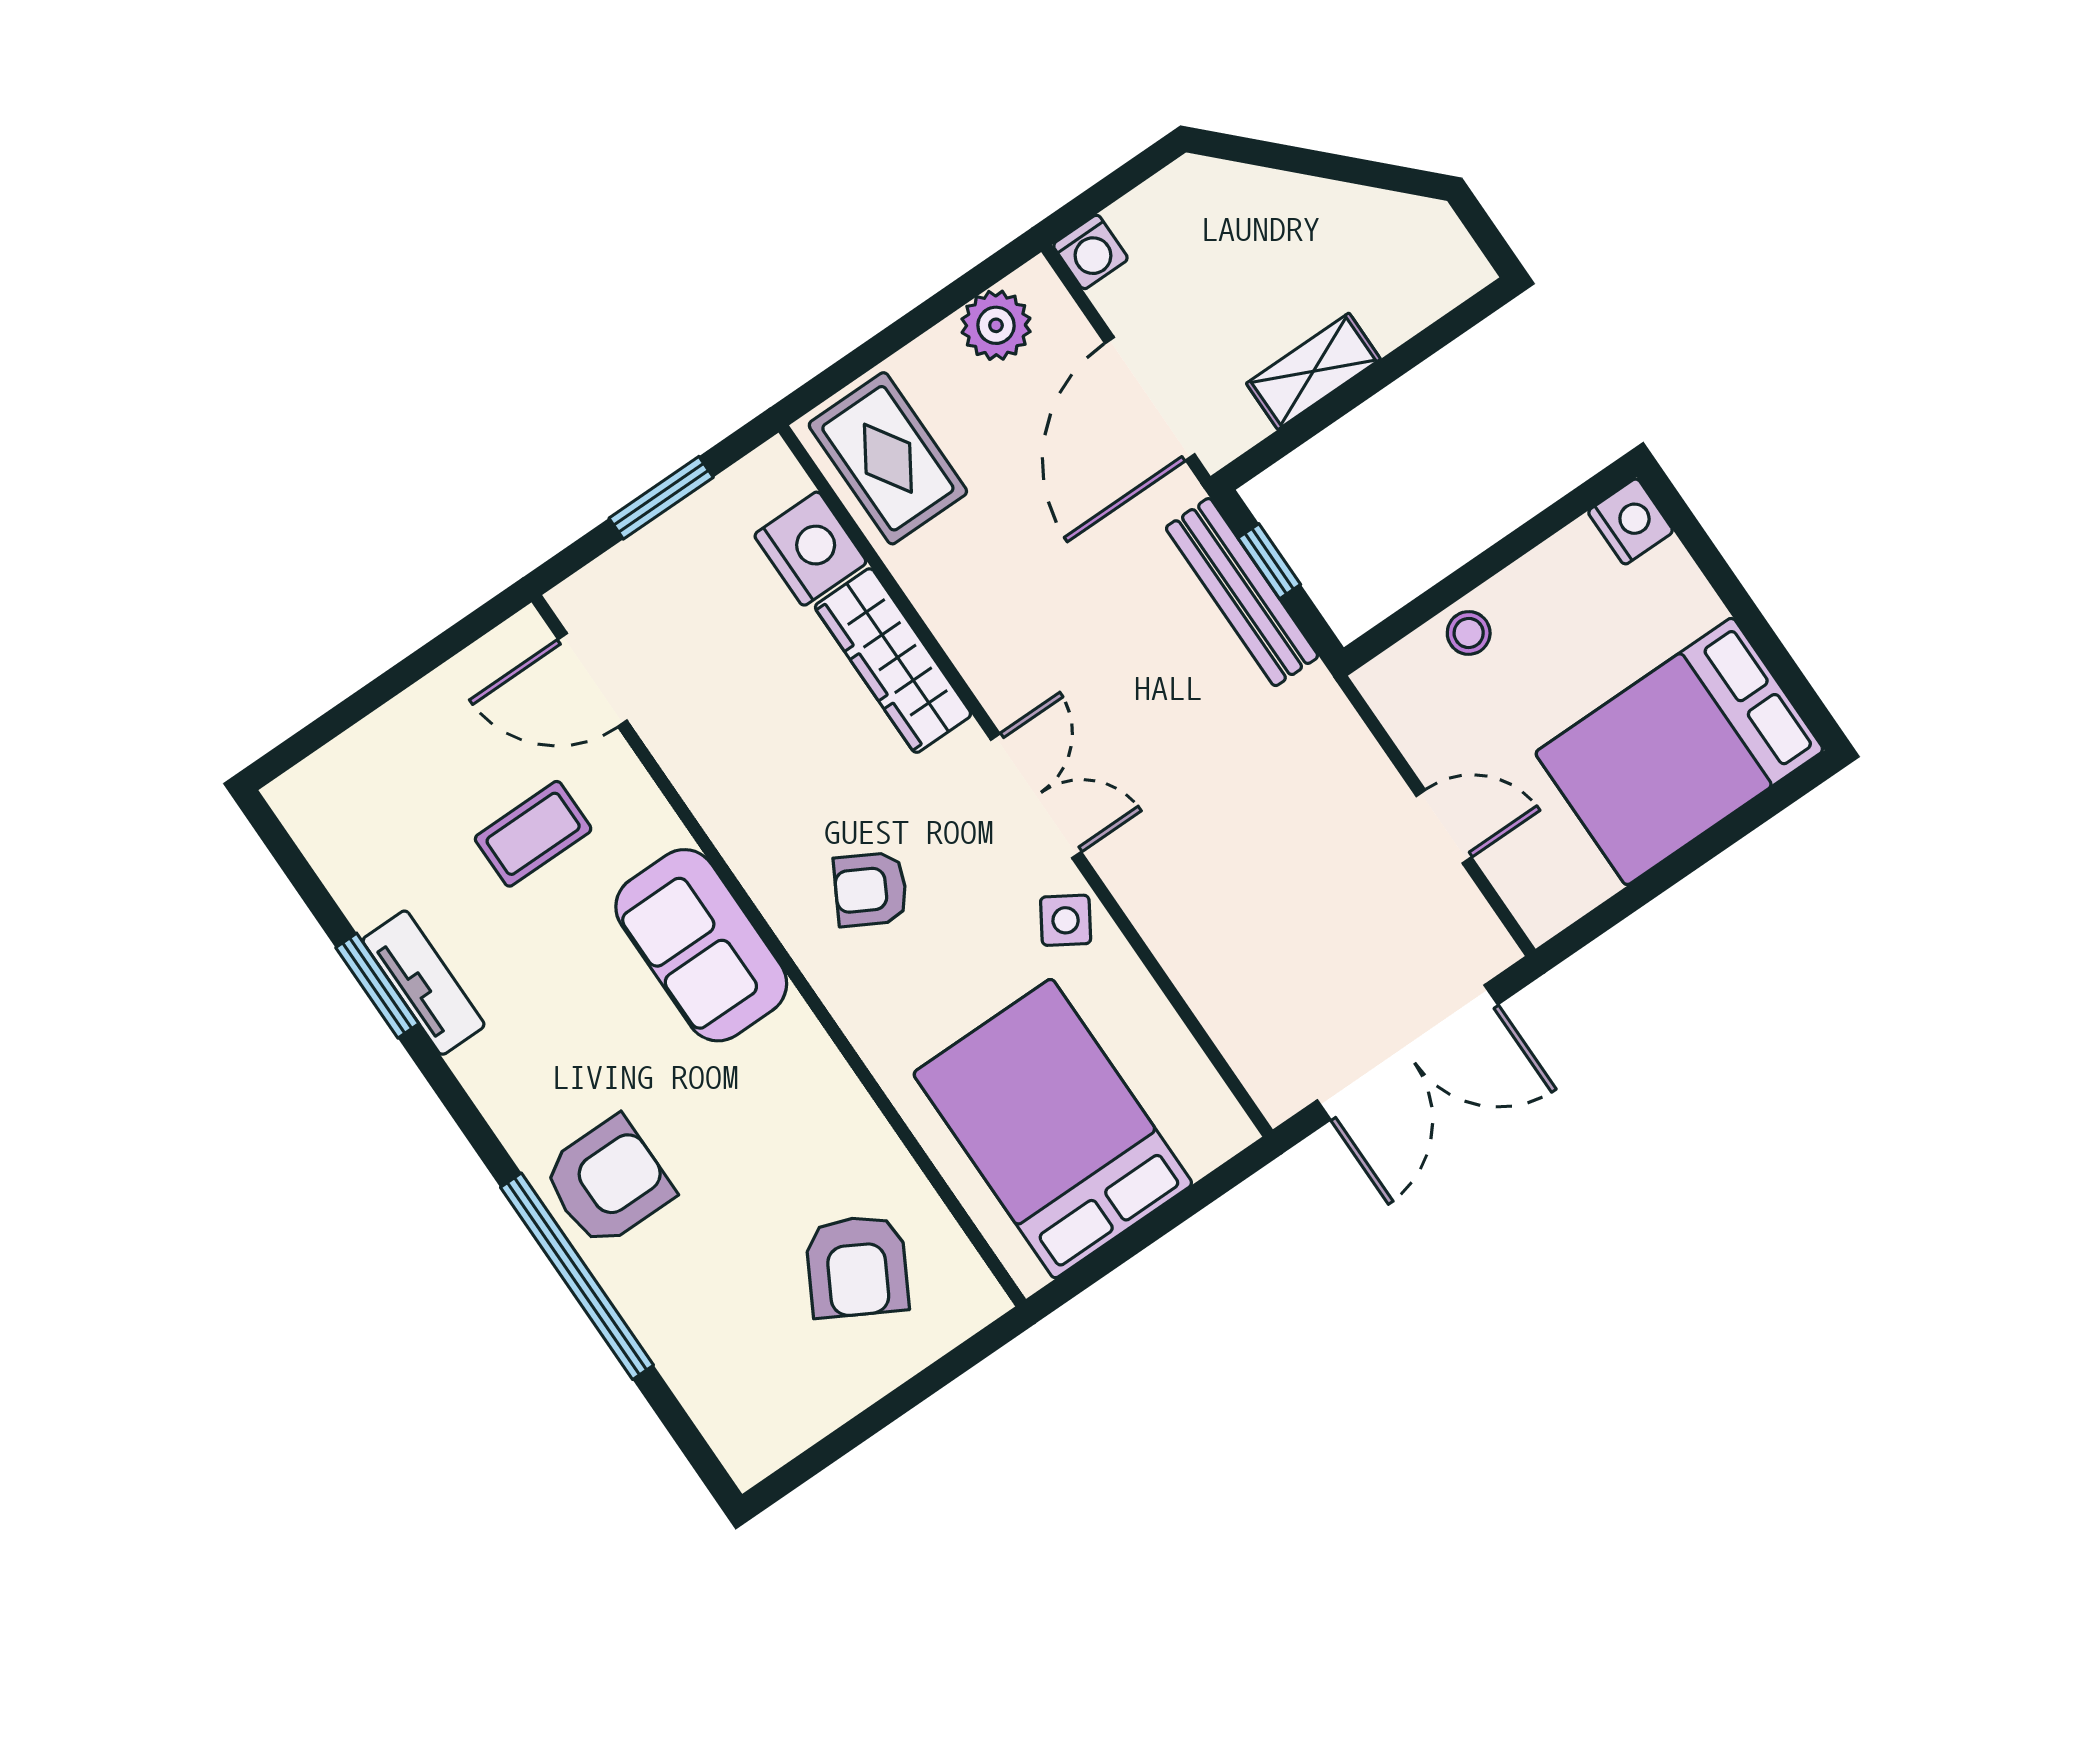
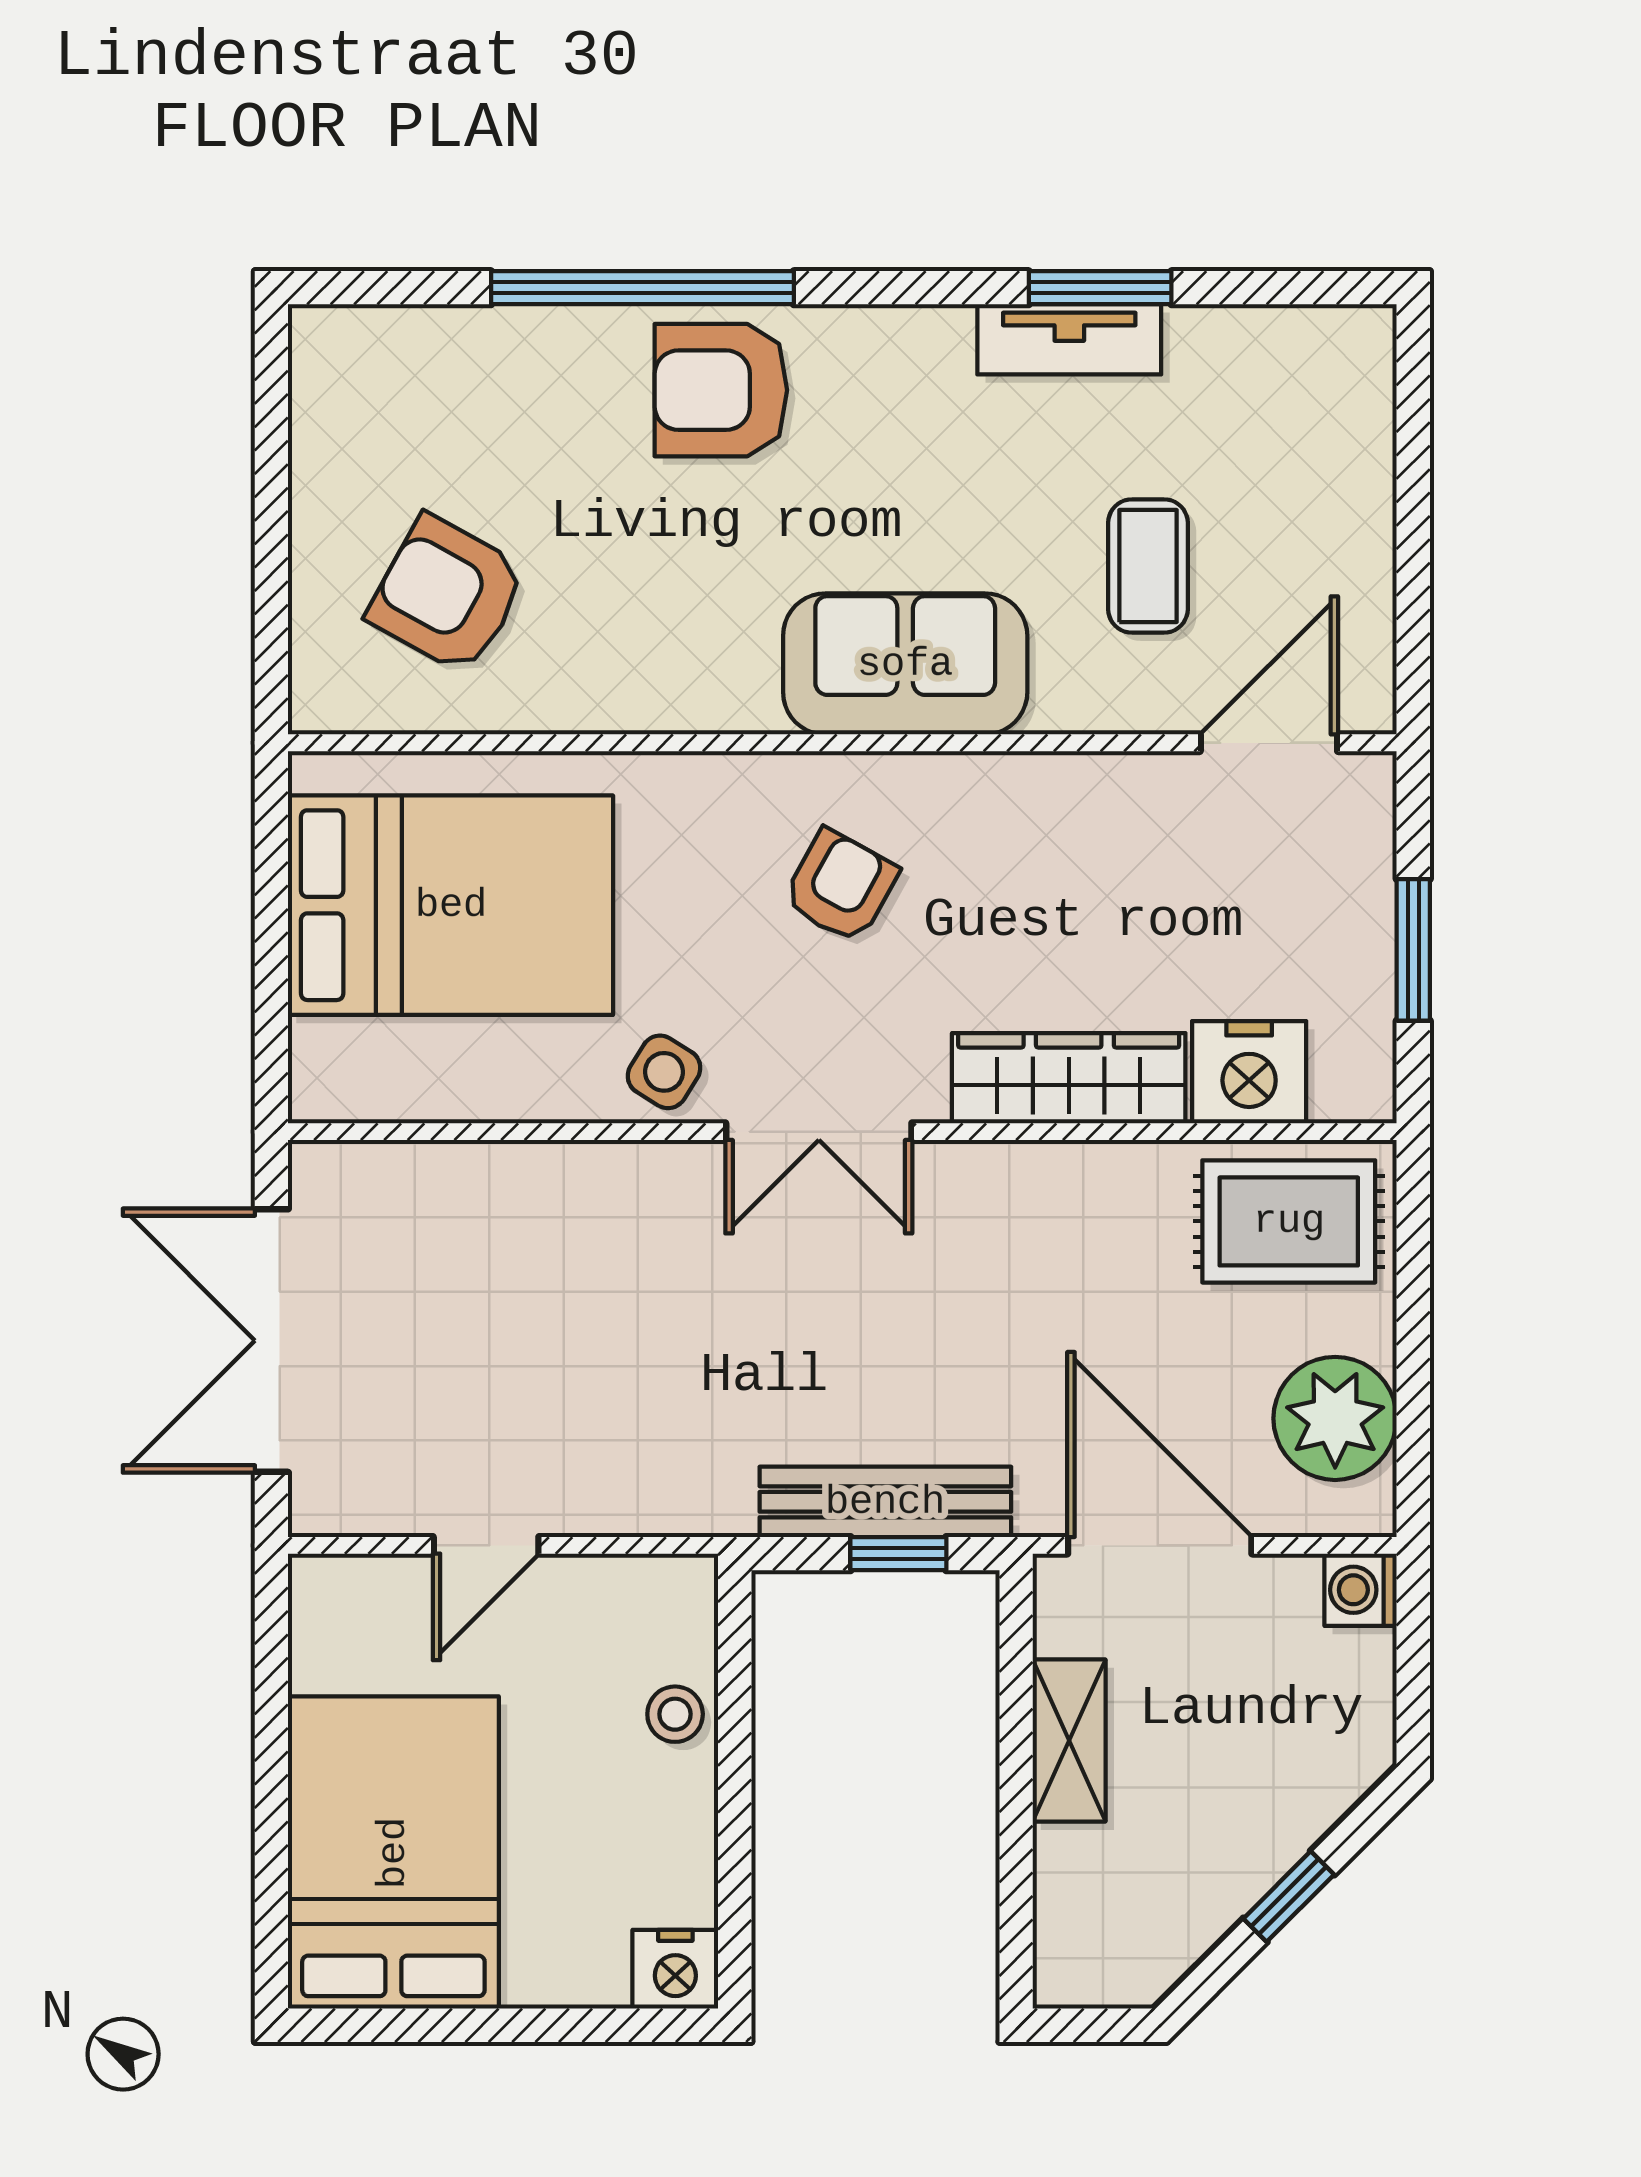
window: (1317, 164) -> (1289, 1897), added
plant: (996, 325) -> (1335, 1418), width x1.36, depth x1.36
armchair: (608, 1182) -> (721, 390), turned 90

